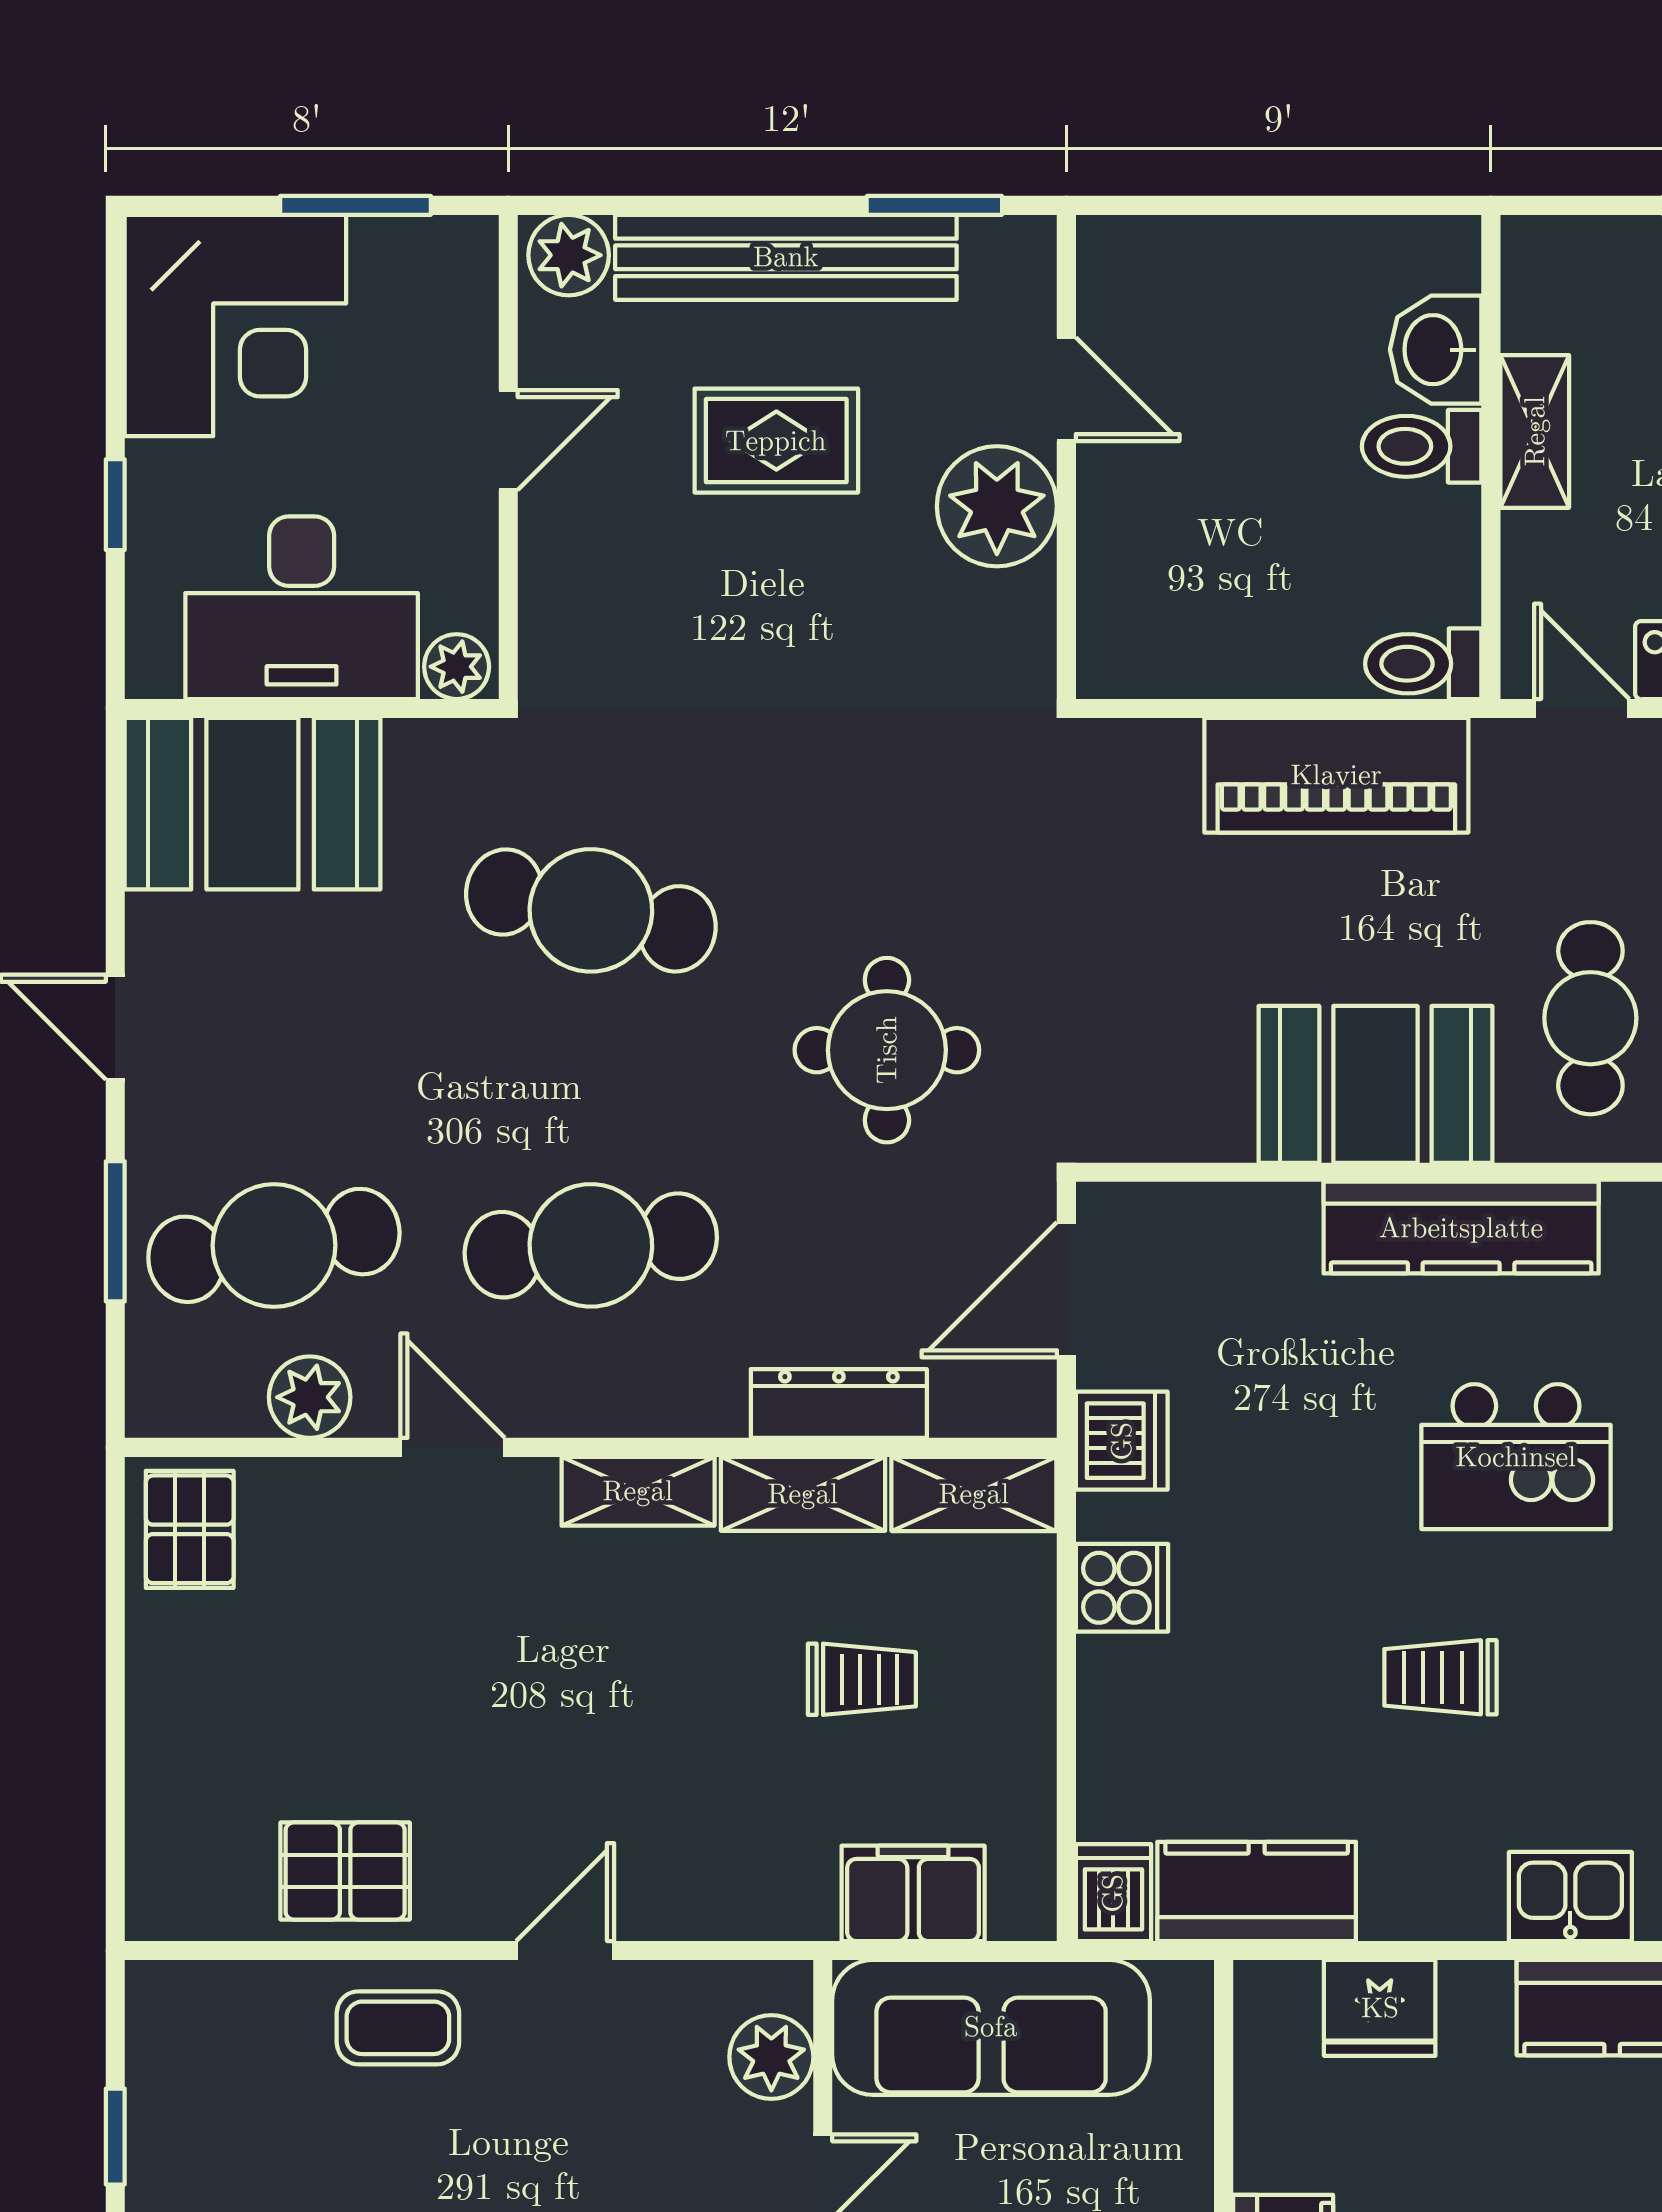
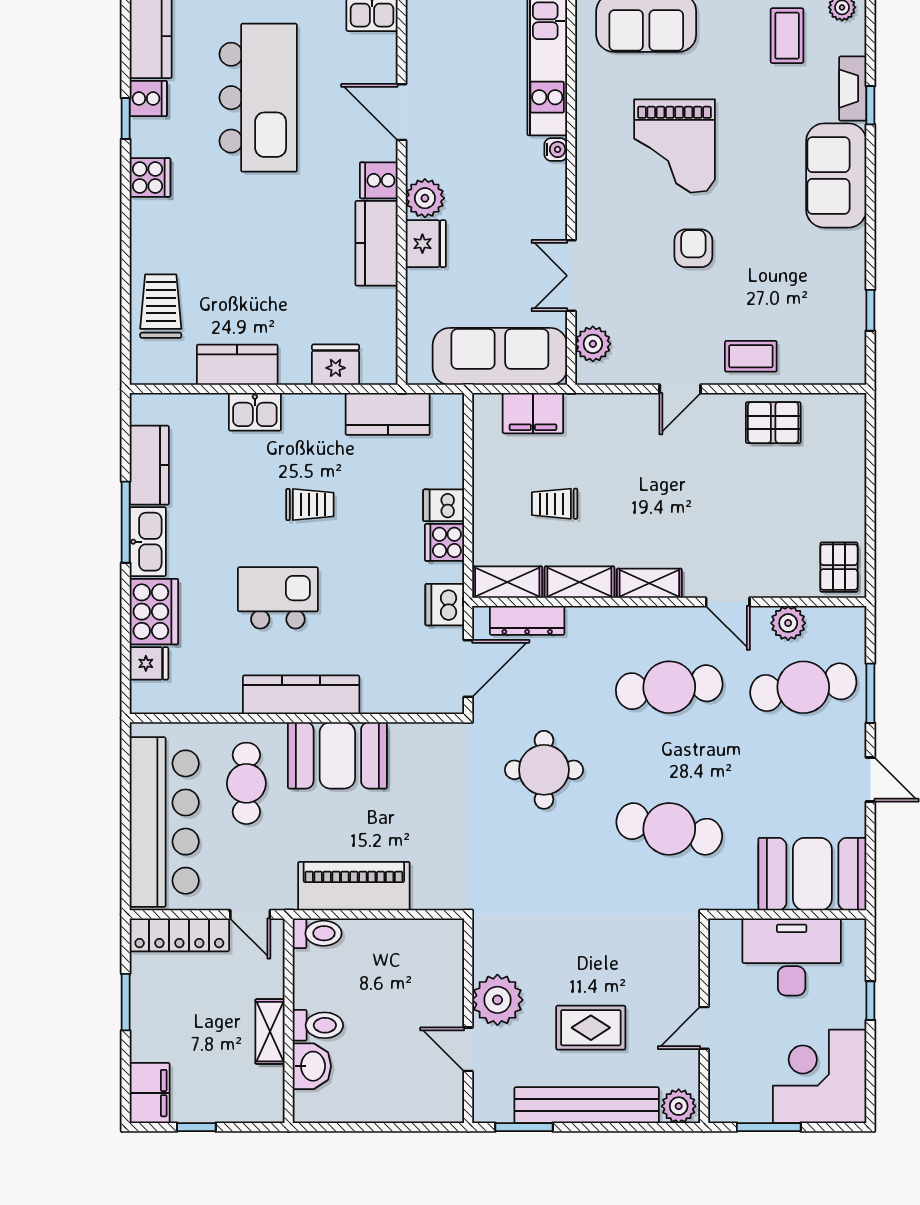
plant: (457, 667) -> (726, 932), removed
dresser: (839, 1404) -> (527, 620), moved
dishwasher: (1113, 1893) -> (444, 505), moved, turned 90

